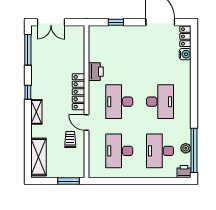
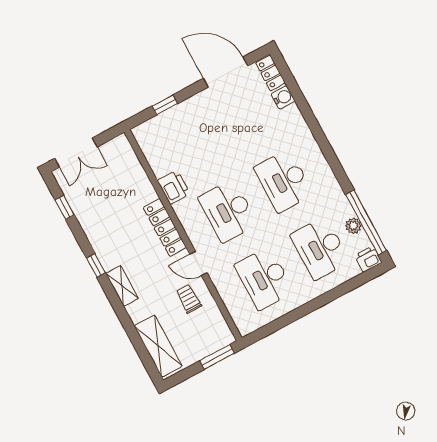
window: (28, 50) -> (65, 207), width x0.46
desk: (160, 102) -> (284, 181), turned 180

